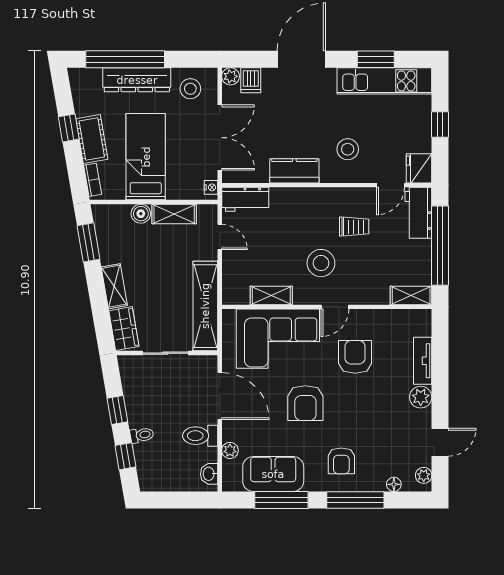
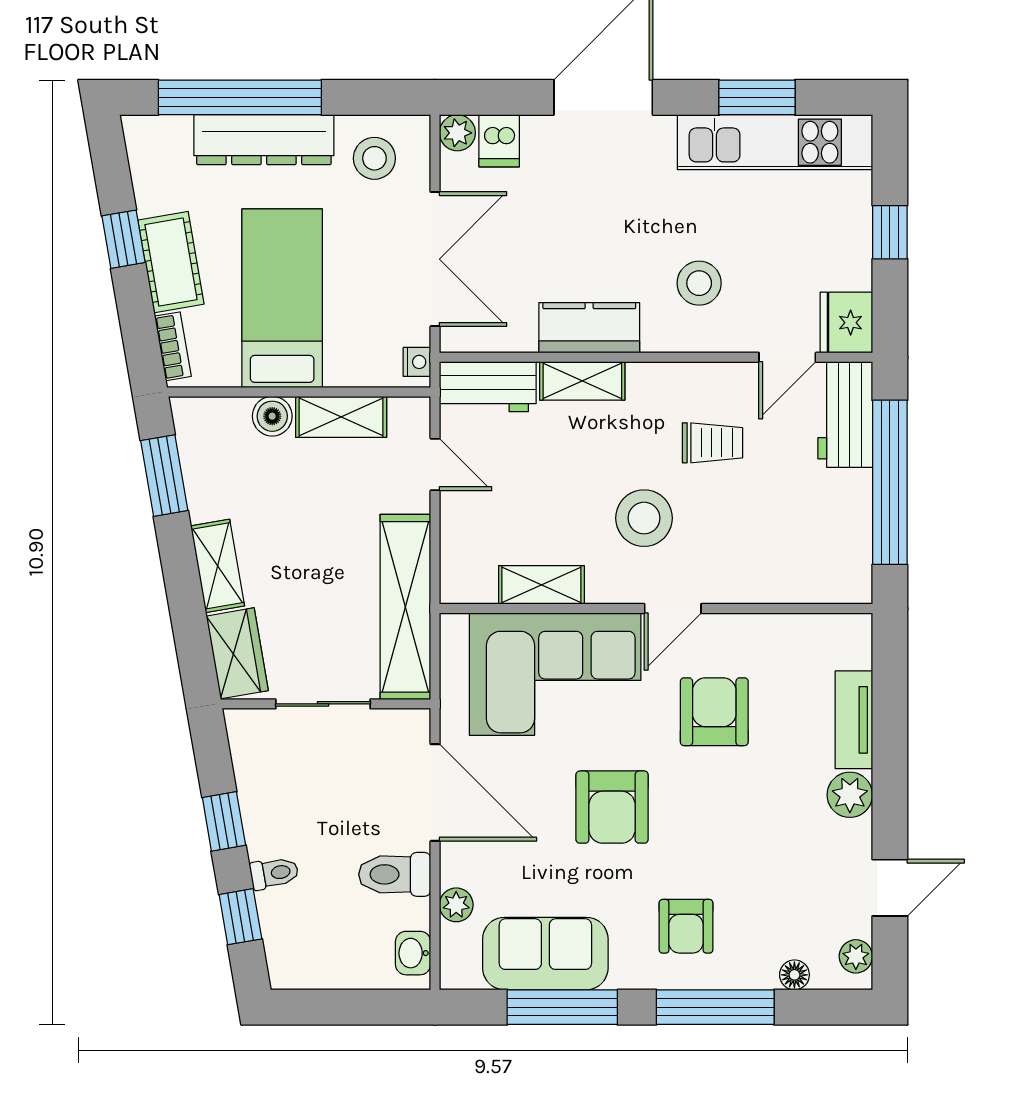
shelving: (411, 295) -> (582, 381), moved

